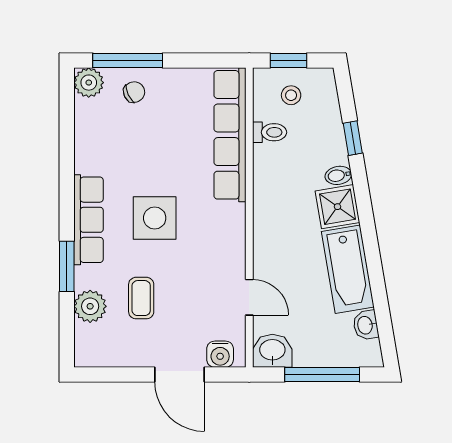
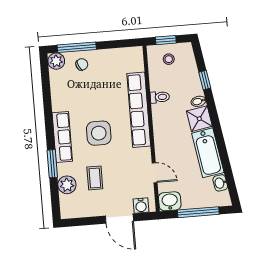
toilet: (270, 132) -> (160, 97), moved
row of seats: (230, 135) -> (139, 110), moved

